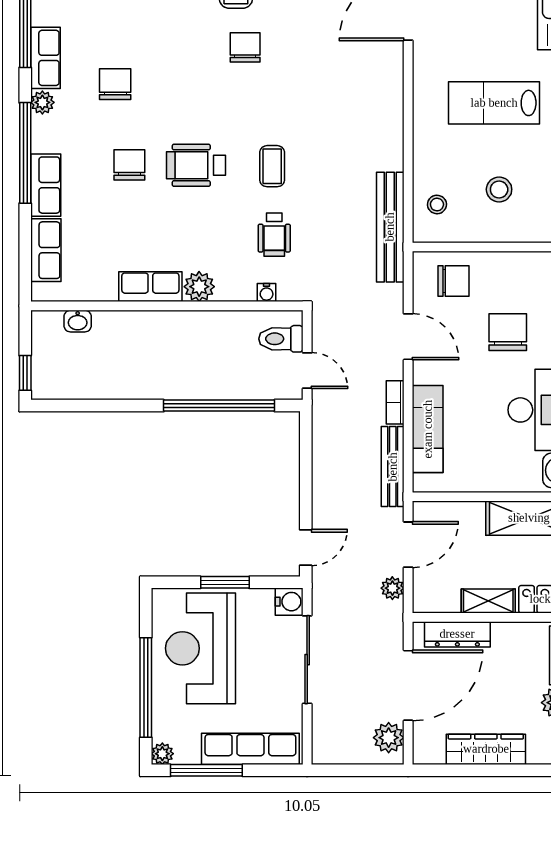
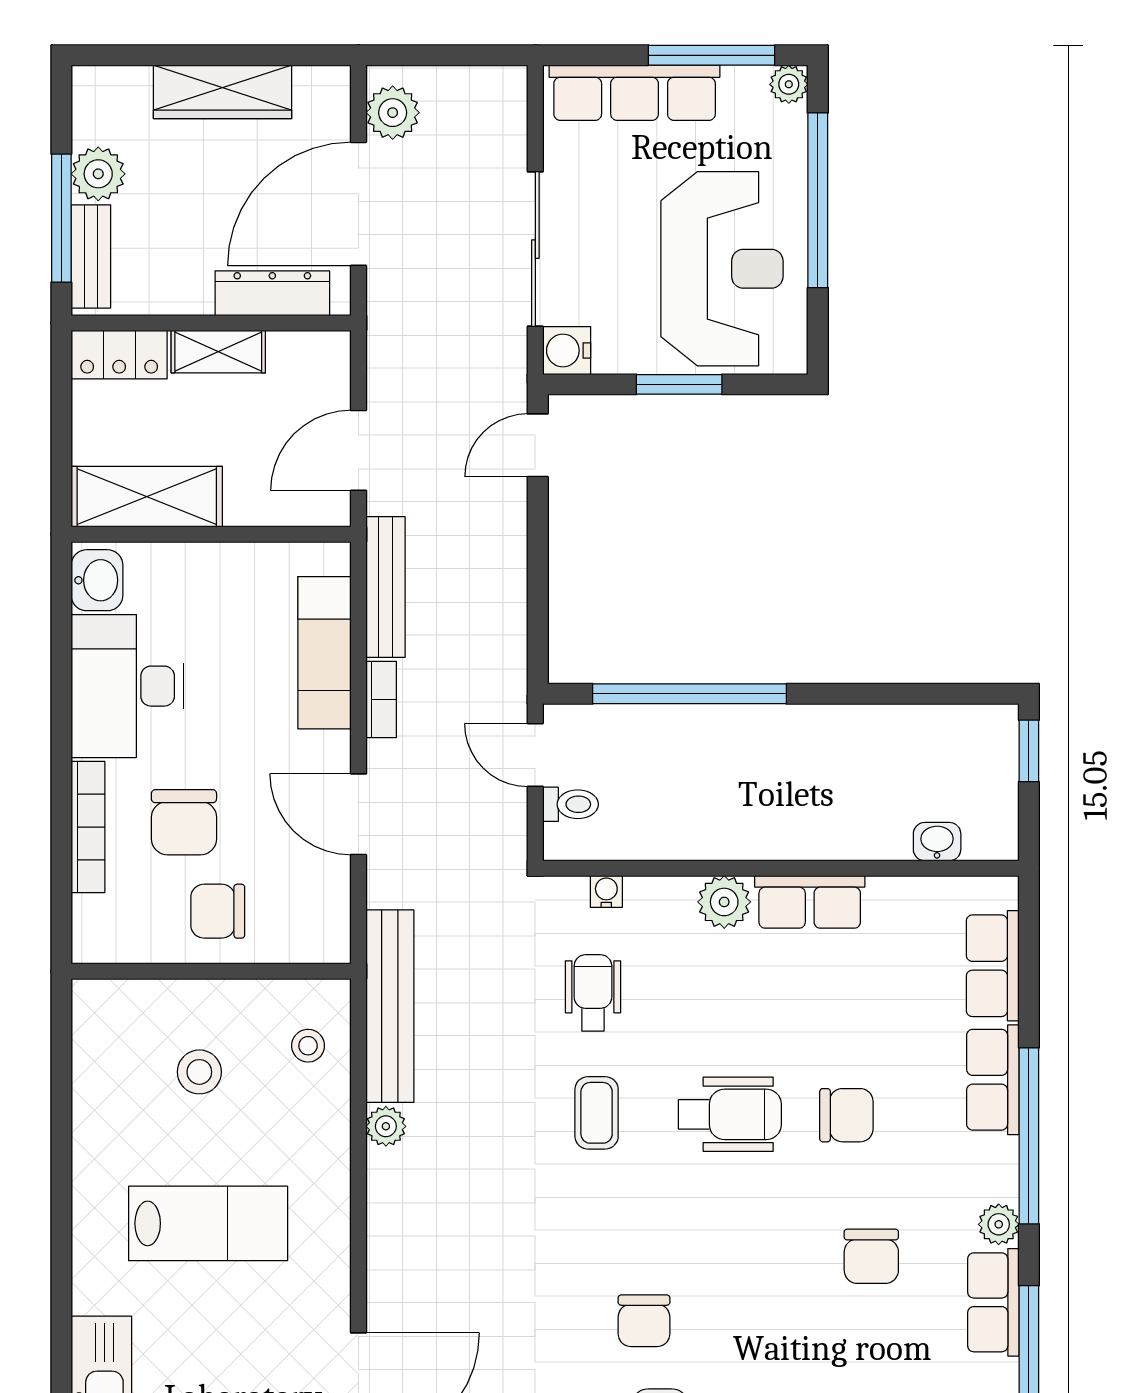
chair: (129, 165) -> (846, 1115), turned -90
chair: (453, 281) -> (218, 911), moved
toilet: (281, 339) -> (571, 804), width x0.73, depth x0.72
plant: (392, 588) -> (386, 1126), moved

